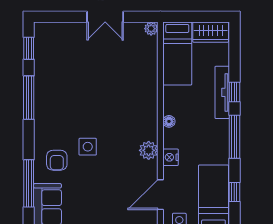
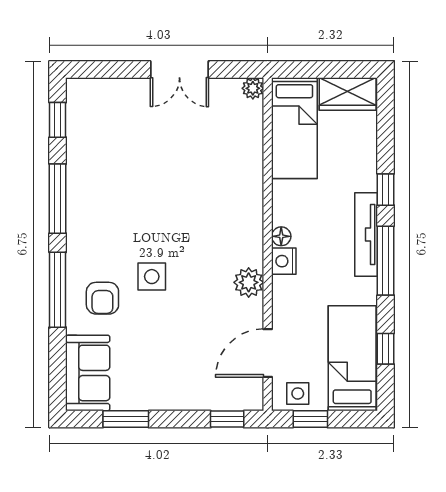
tv unit: (222, 92) -> (366, 235), moved
nightstand: (171, 157) -> (284, 261), moved
window: (29, 183) -> (58, 290), moved

